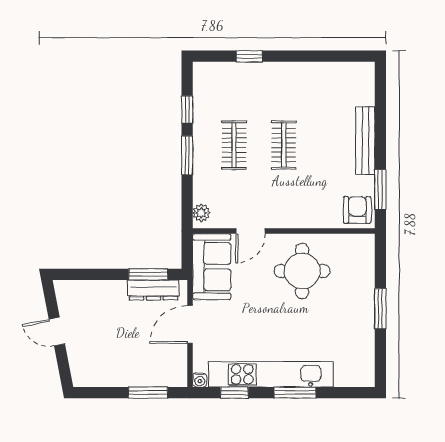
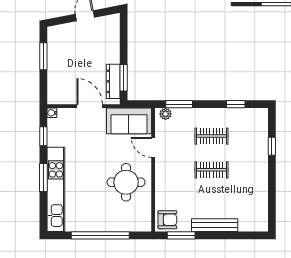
window: (187, 155) -> (179, 104), moved
window: (380, 309) -> (100, 235), width x2.11
kitchen unit: (271, 374) -> (56, 189), moved
window: (148, 393) -> (43, 56), moved

